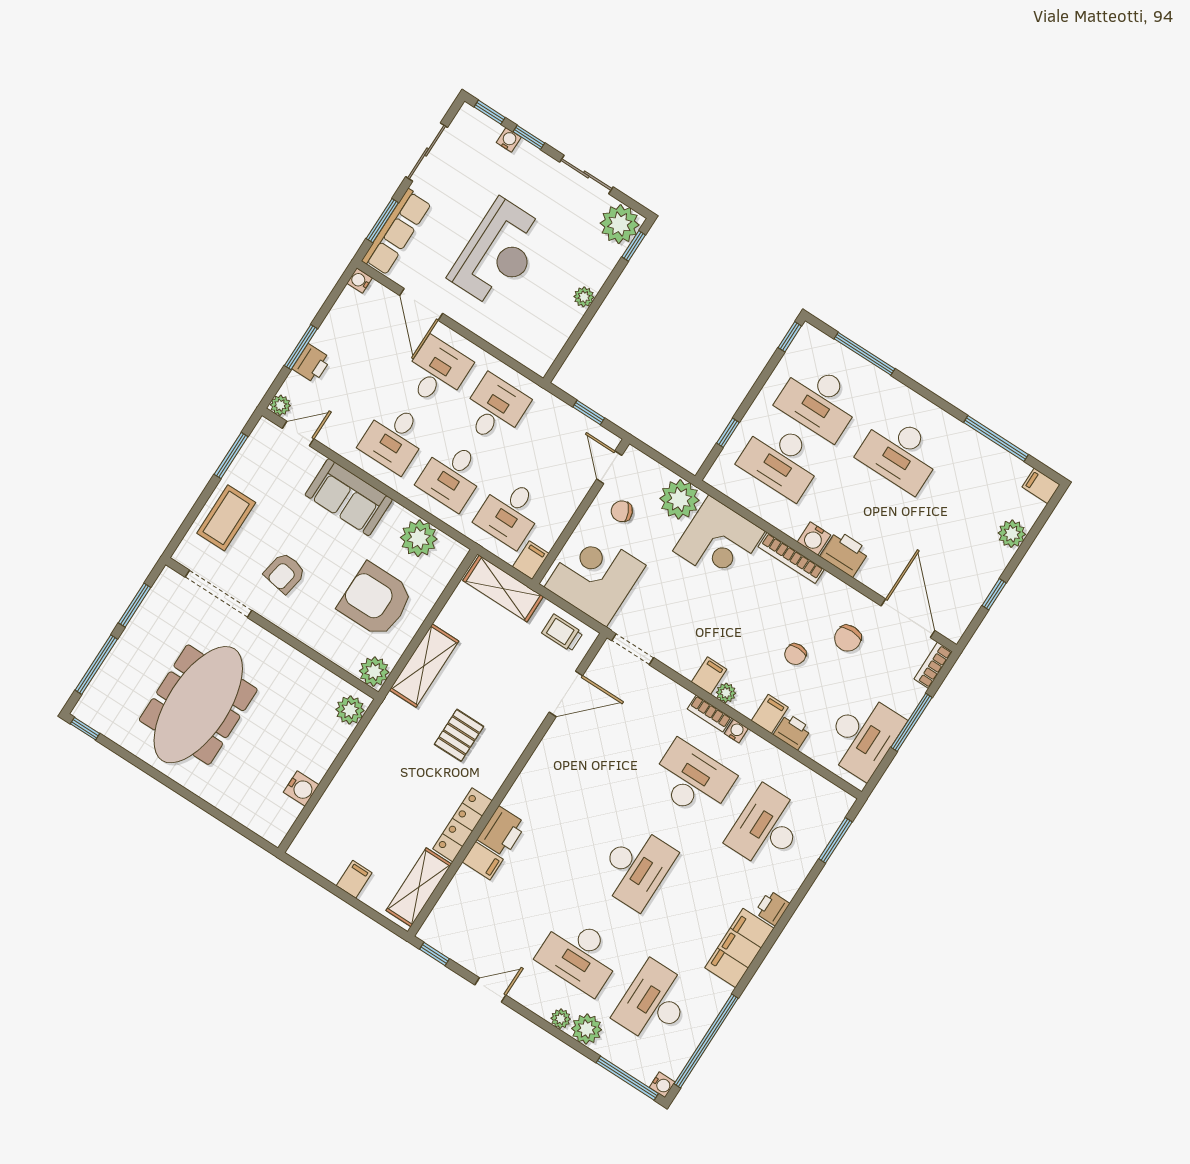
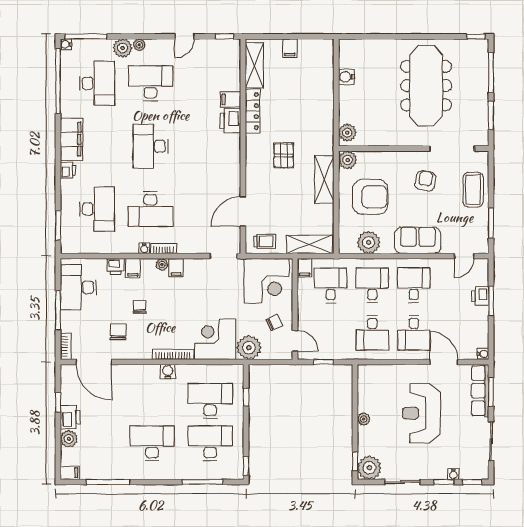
plant: (280, 405) -> (482, 265), removed
printer: (845, 553) -> (70, 417), moved, turned -90

